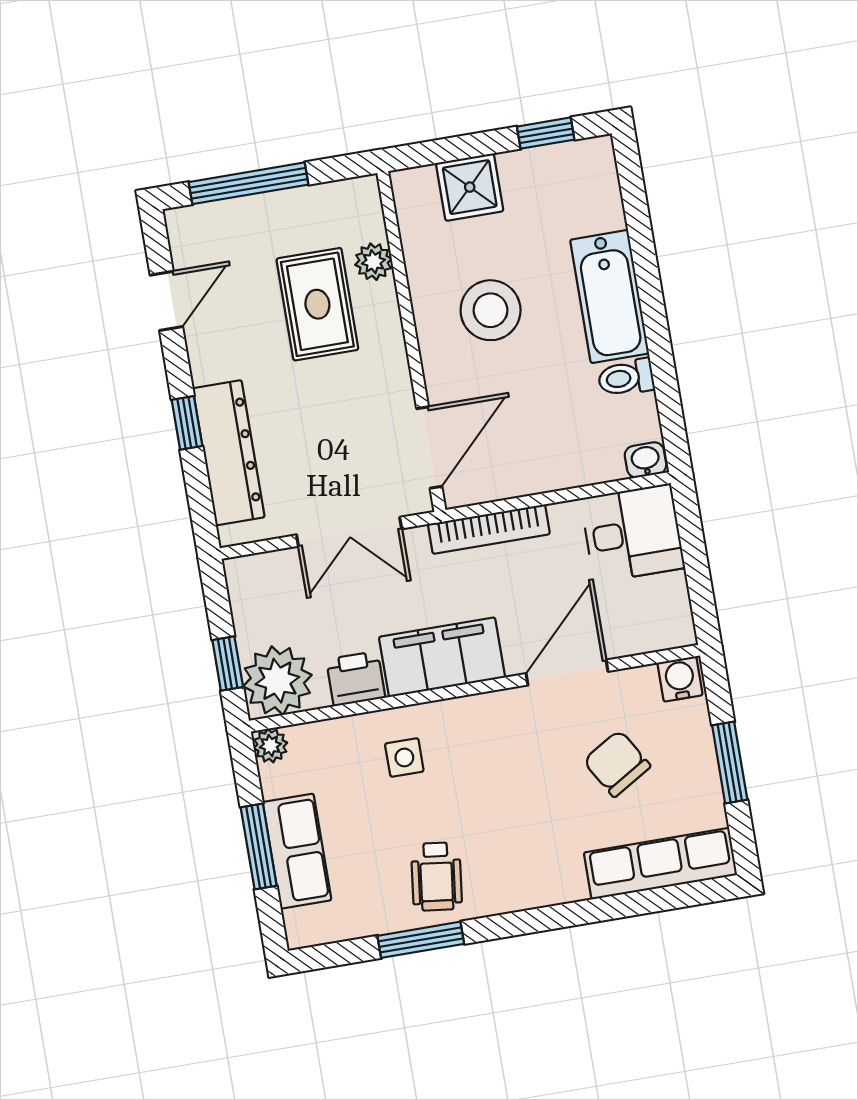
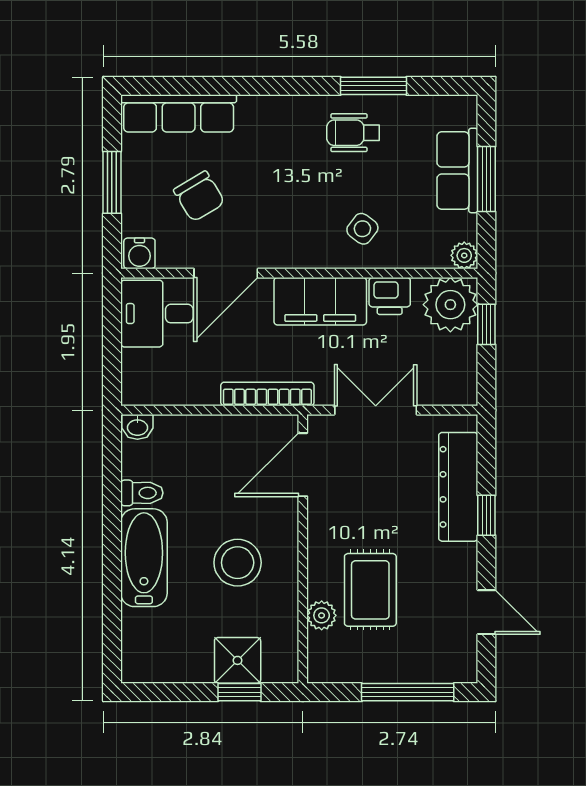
window: (546, 133) -> (239, 692), moved
door: (166, 301) -> (486, 612), swing flipped
desk: (633, 533) -> (157, 314), moved
side table: (404, 757) -> (362, 229), turned 37
wheelchair: (436, 877) -> (353, 133), turned -97

